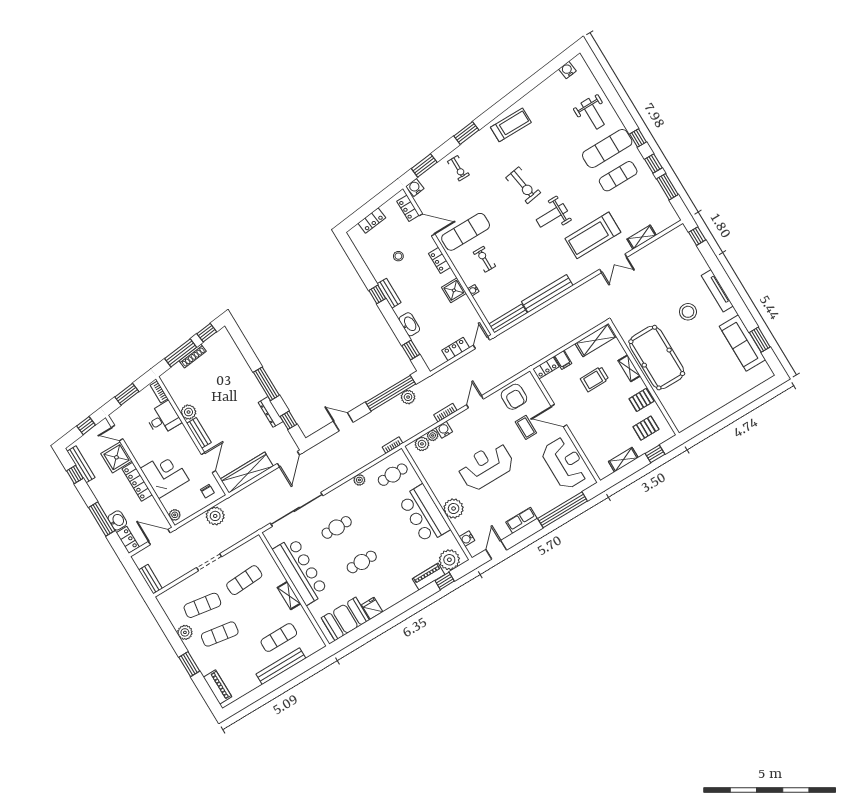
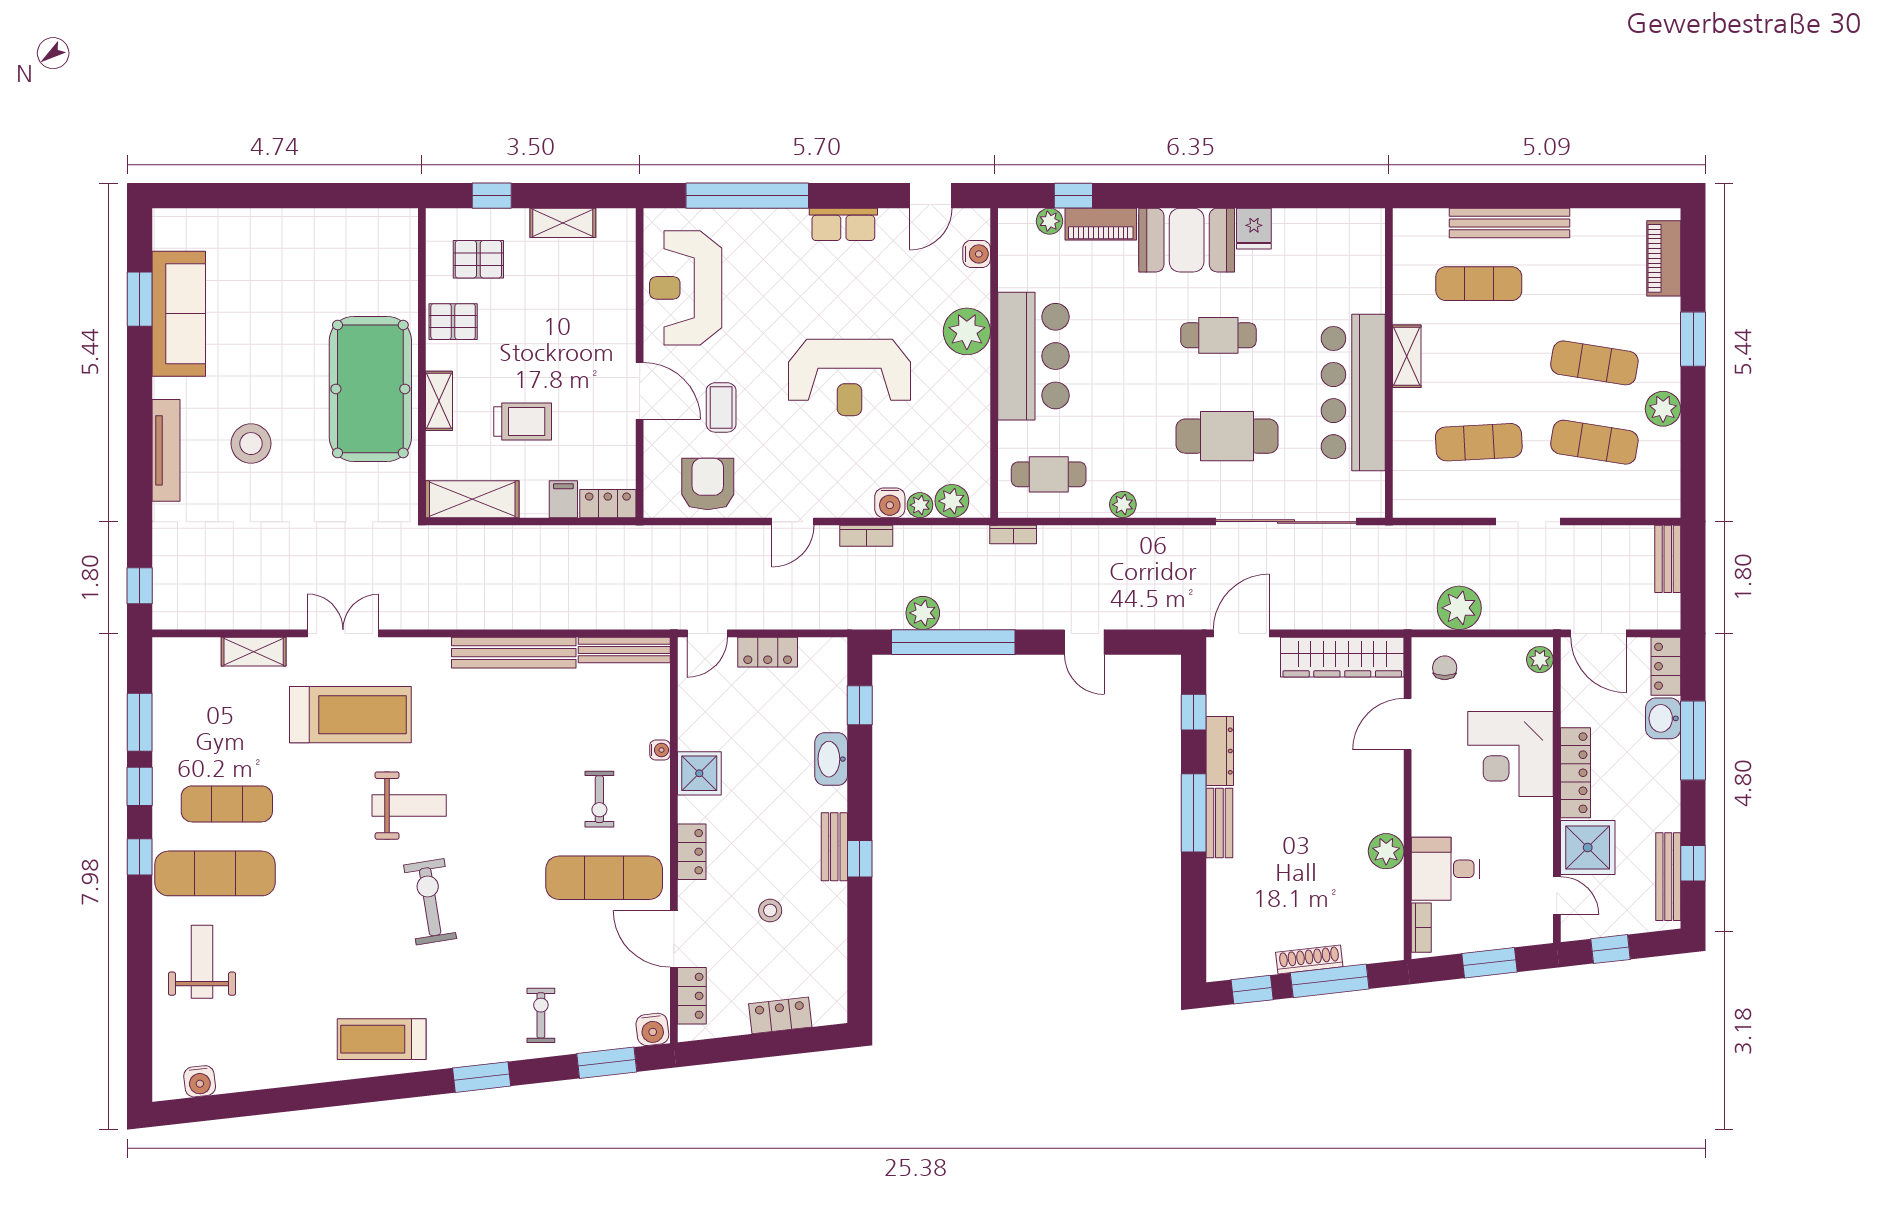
bench: (199, 433) -> (1219, 823), moved
cafe table: (337, 527) -> (1227, 436), width x1.37, depth x1.35
plant: (449, 560) -> (1049, 221), width x0.53, depth x0.53
booth: (345, 619) -> (1187, 240), moved

